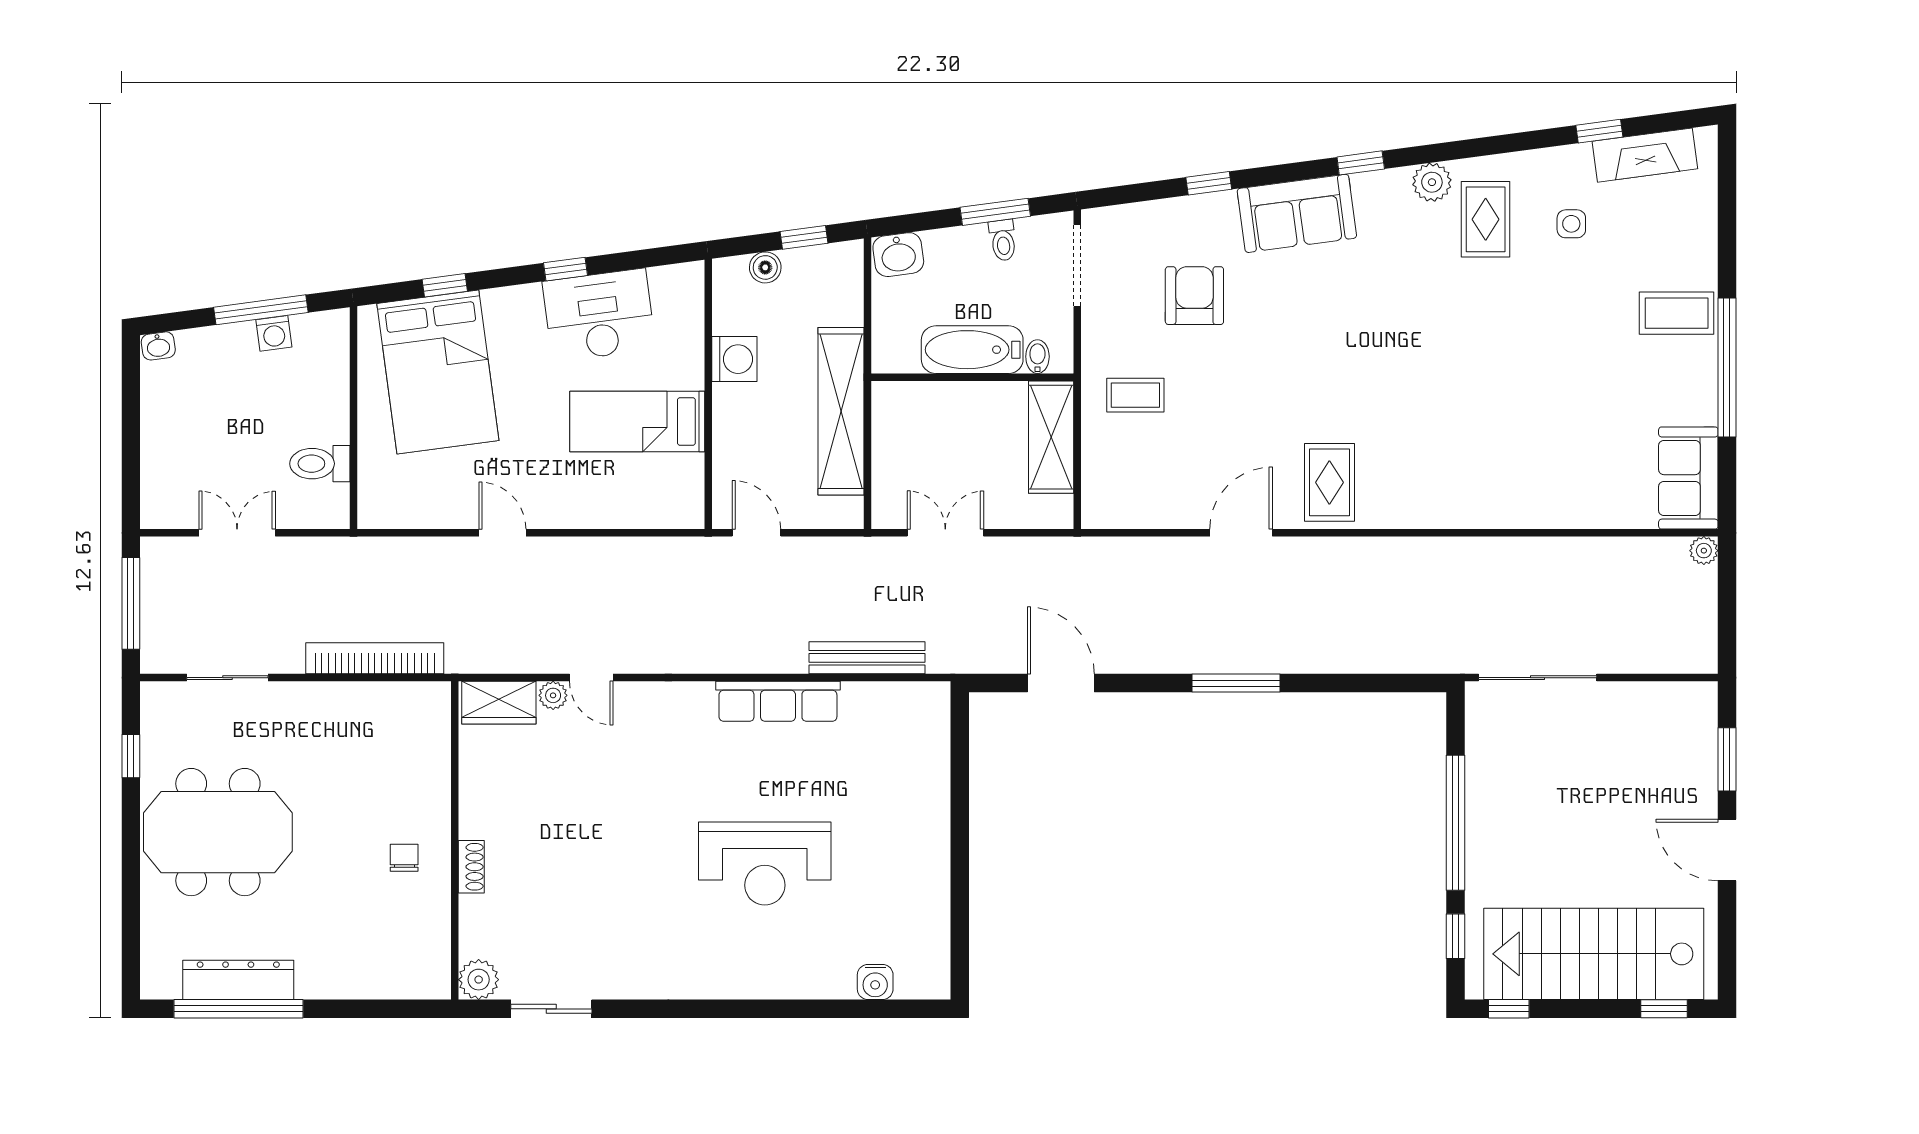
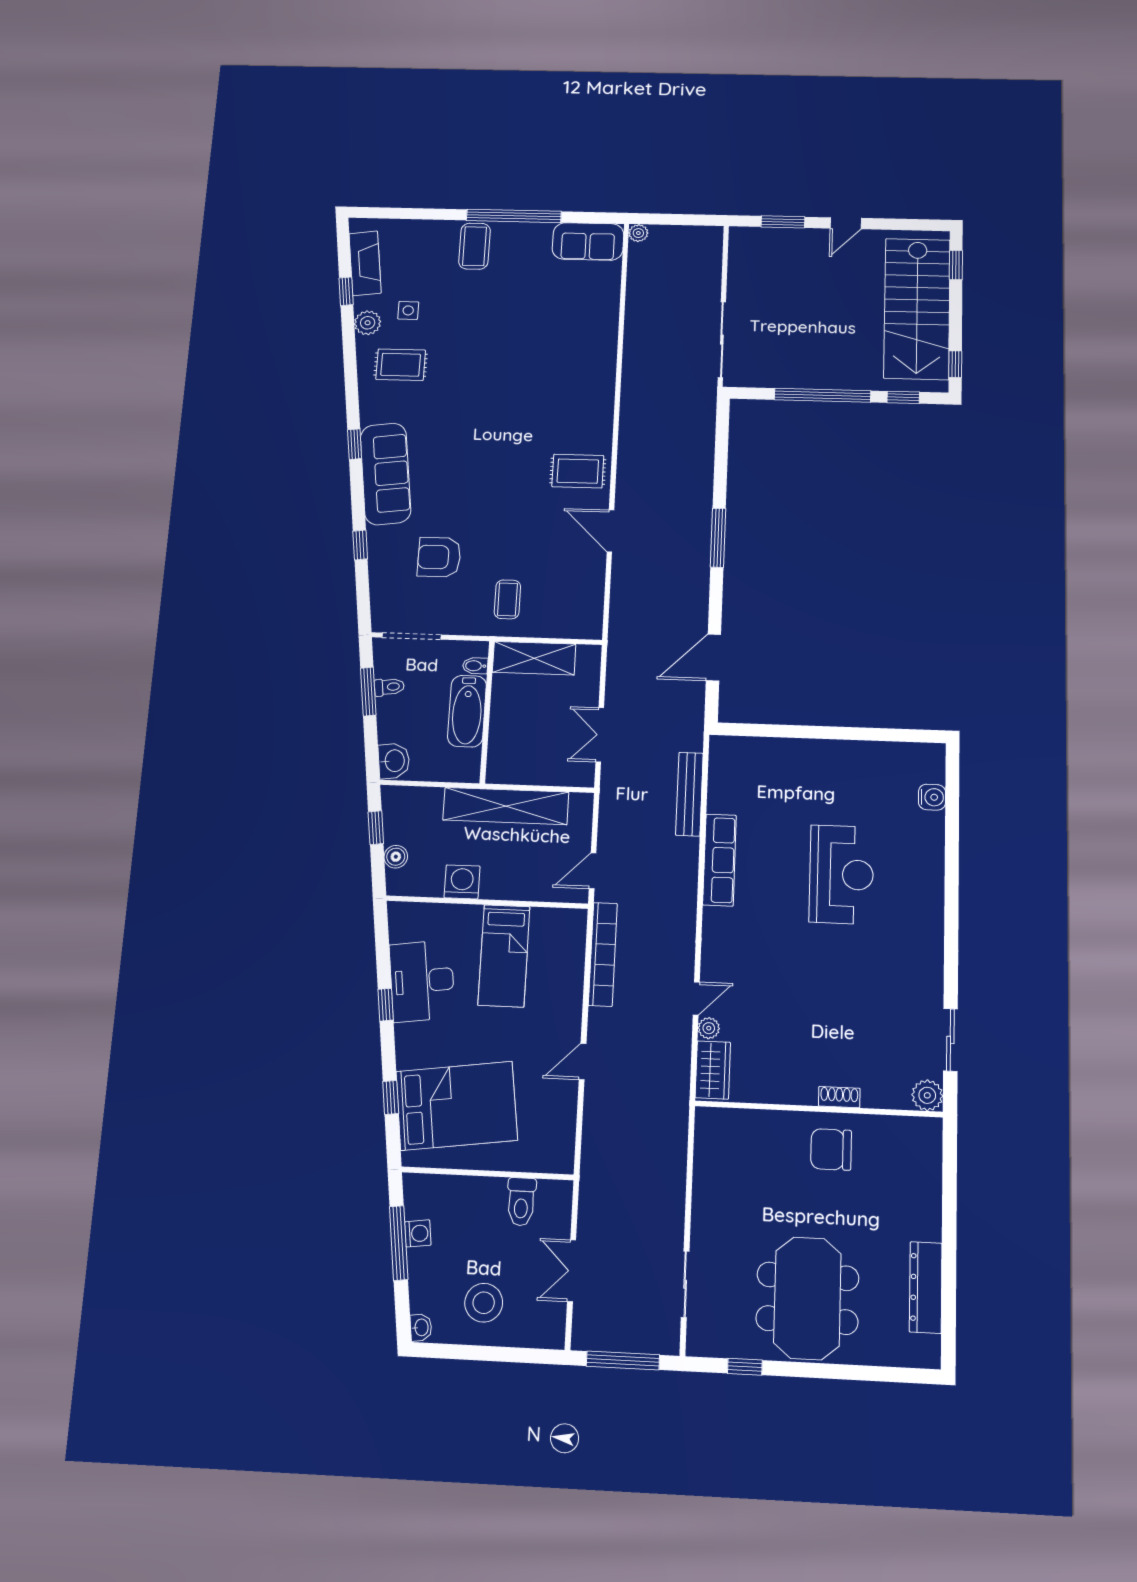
plant: (1432, 182) -> (368, 323), moved
sofa: (1297, 213) -> (386, 474), width x1.36
stool: (192, 424) -> (484, 1303), added
bookcase: (375, 658) -> (603, 954), moved, turned 180
door: (1727, 850) -> (846, 223), width x0.73
chair: (404, 858) -> (831, 1149), width x1.87, depth x1.87
window: (239, 1009) -> (949, 1288), removed

